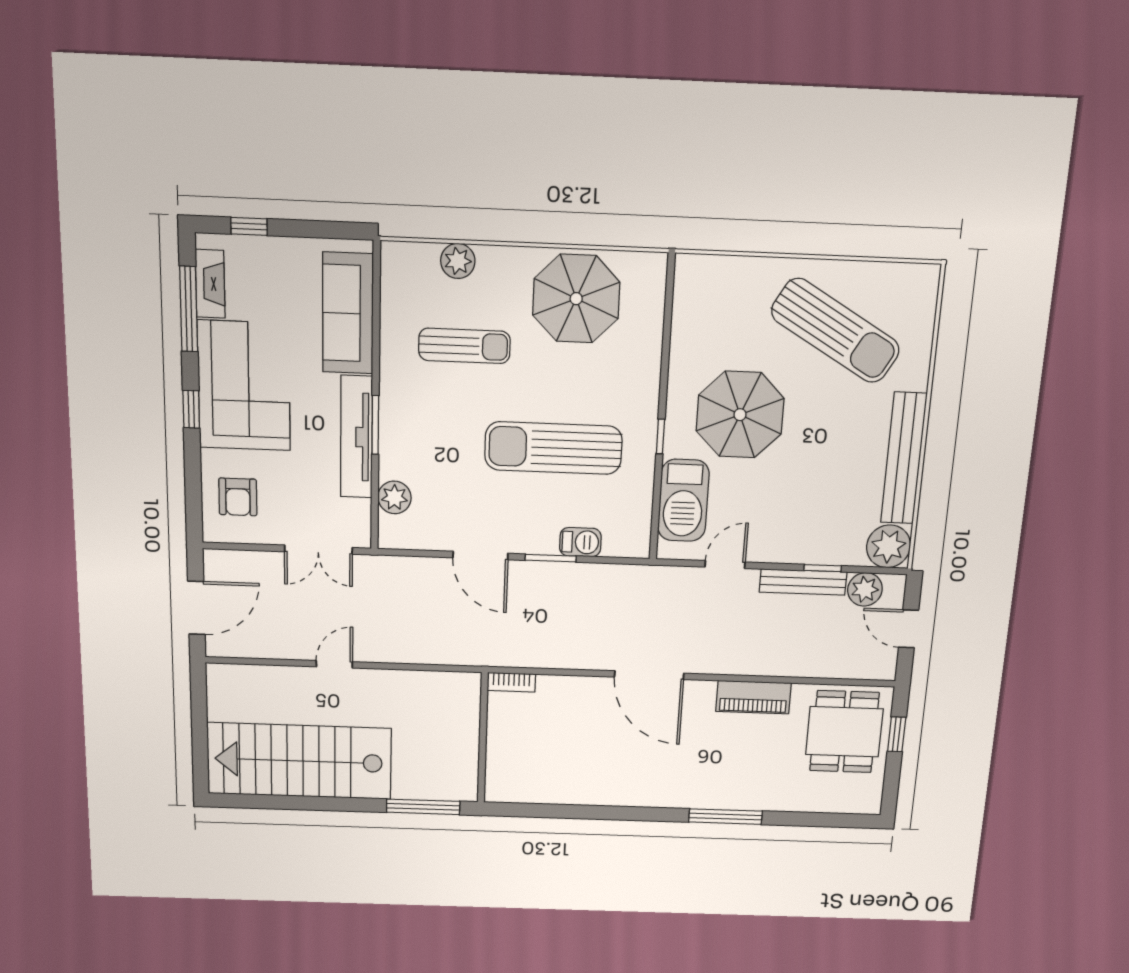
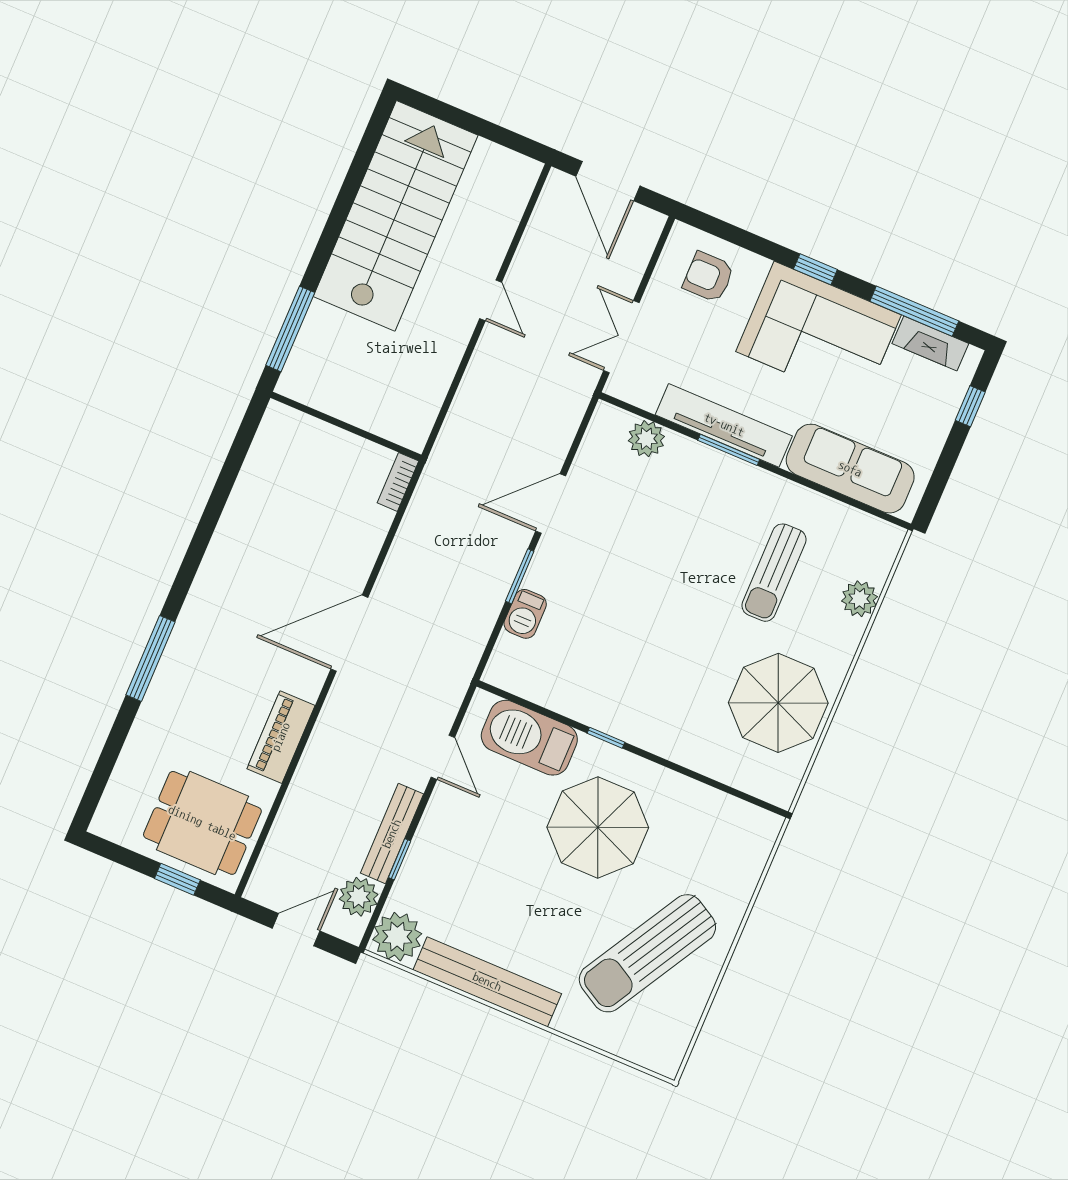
sun lounger: (553, 448) -> (636, 623), removed

